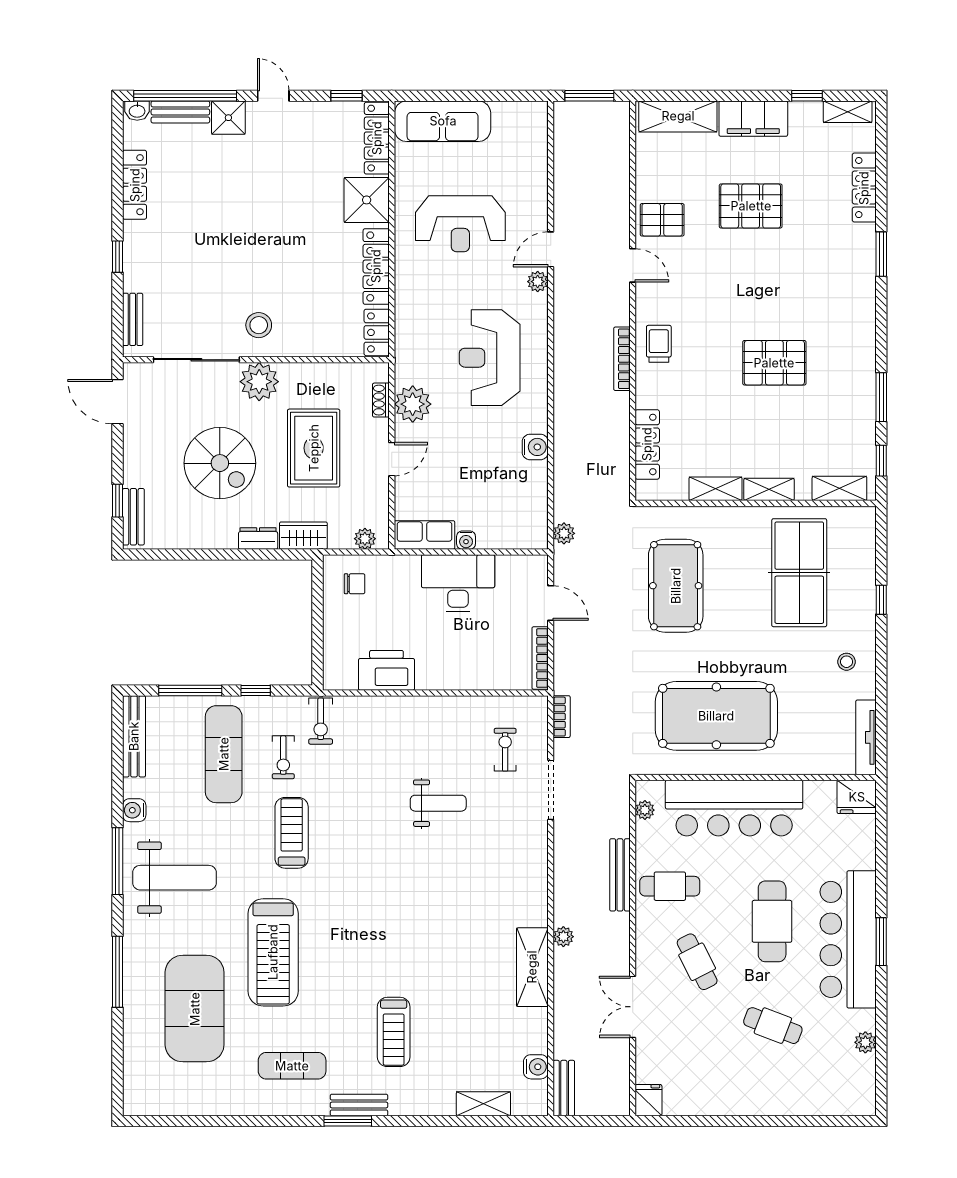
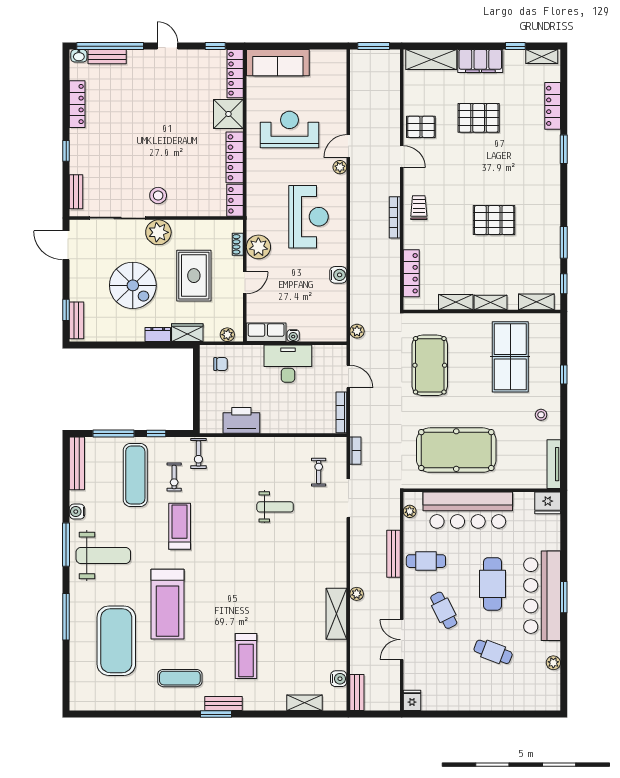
shower: (228, 118) -> (138, 60), removed
reception desk: (460, 224) -> (289, 129), turned 180
reception desk: (490, 358) -> (309, 217), turned 180

